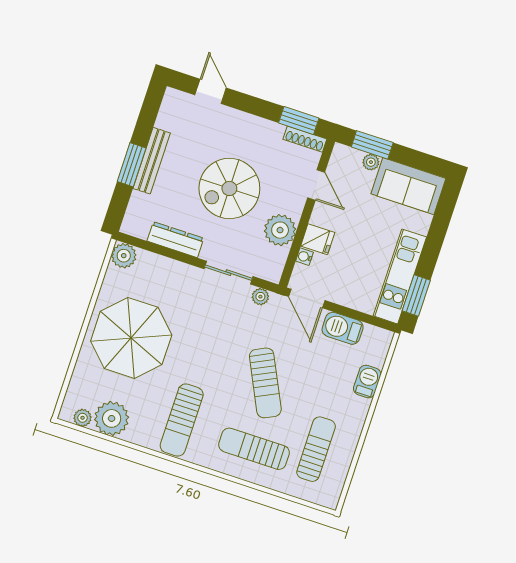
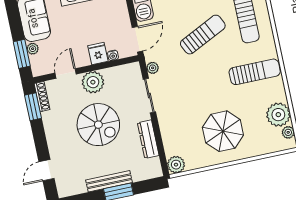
plant: (280, 230) -> (93, 82), moved
parasol: (131, 338) -> (223, 131), width x0.73, depth x0.73

